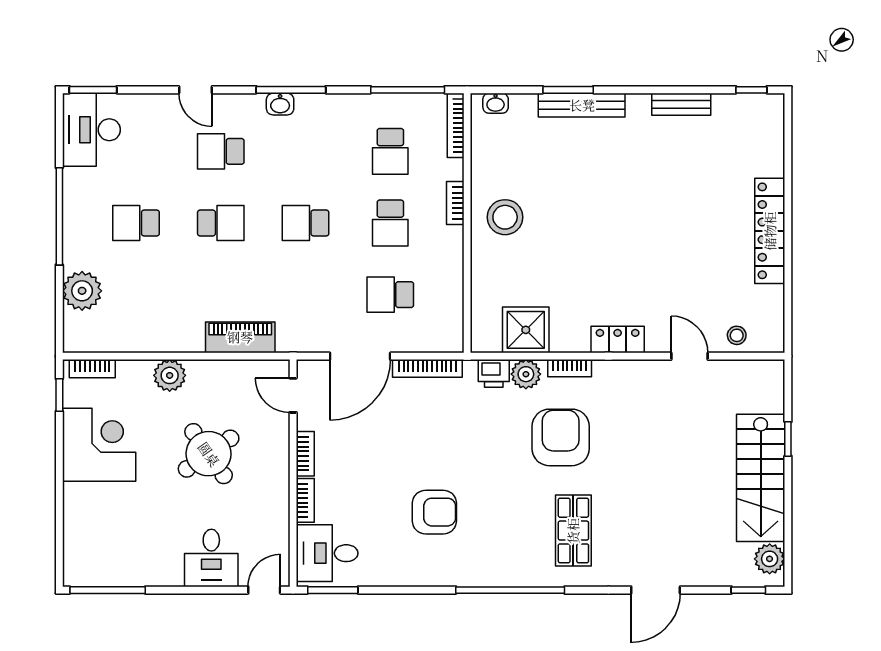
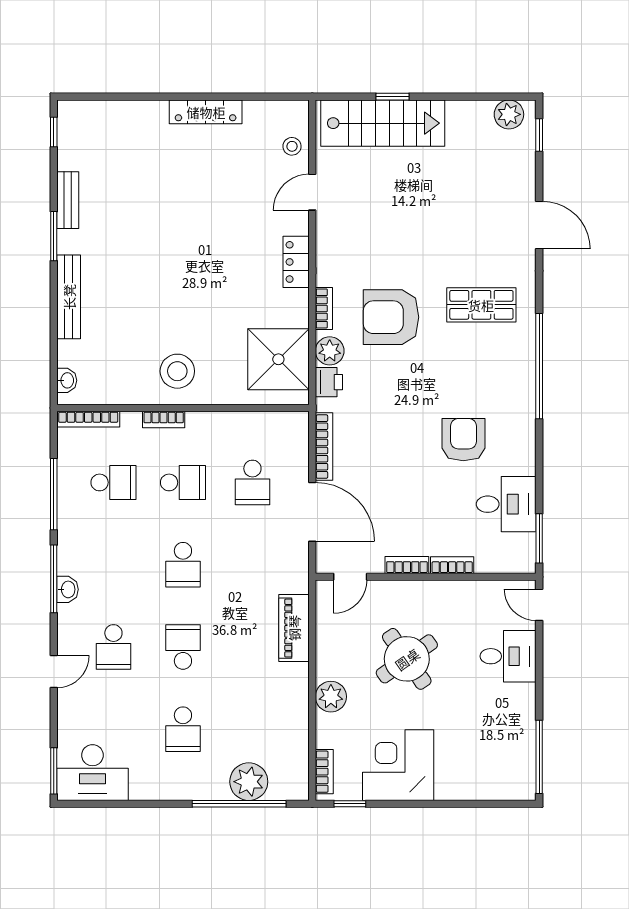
window: (408, 90) -> (54, 494), moved
window: (568, 90) -> (54, 236), moved
window: (59, 216) -> (239, 804), moved
locker: (770, 231) -> (206, 112), width x0.71, depth x0.83
shower: (526, 330) -> (278, 359), width x1.37, depth x1.37
stairs: (761, 478) -> (383, 123), moved
desk: (327, 553) -> (506, 504), moved, turned -90

